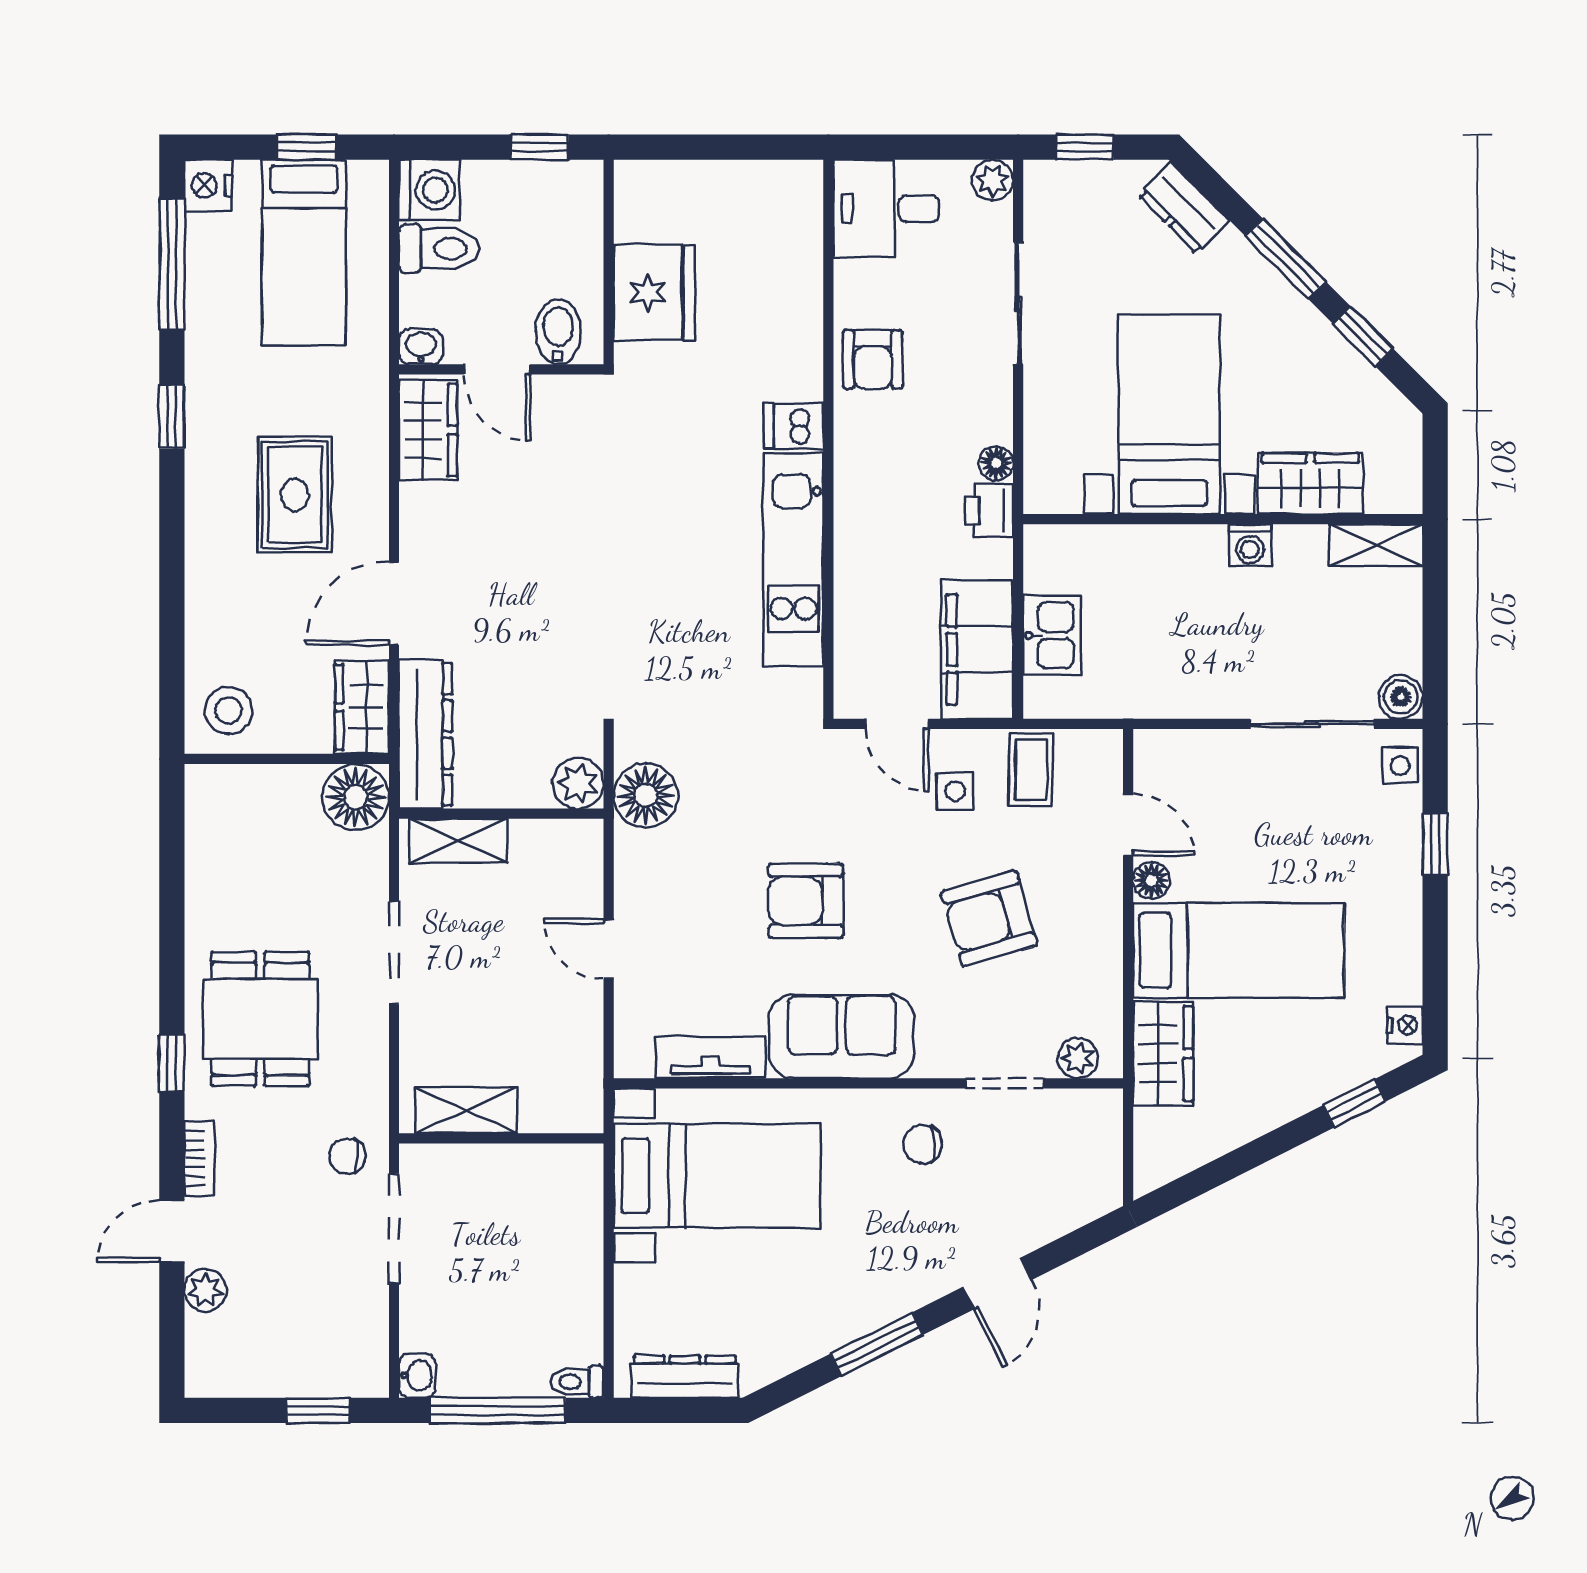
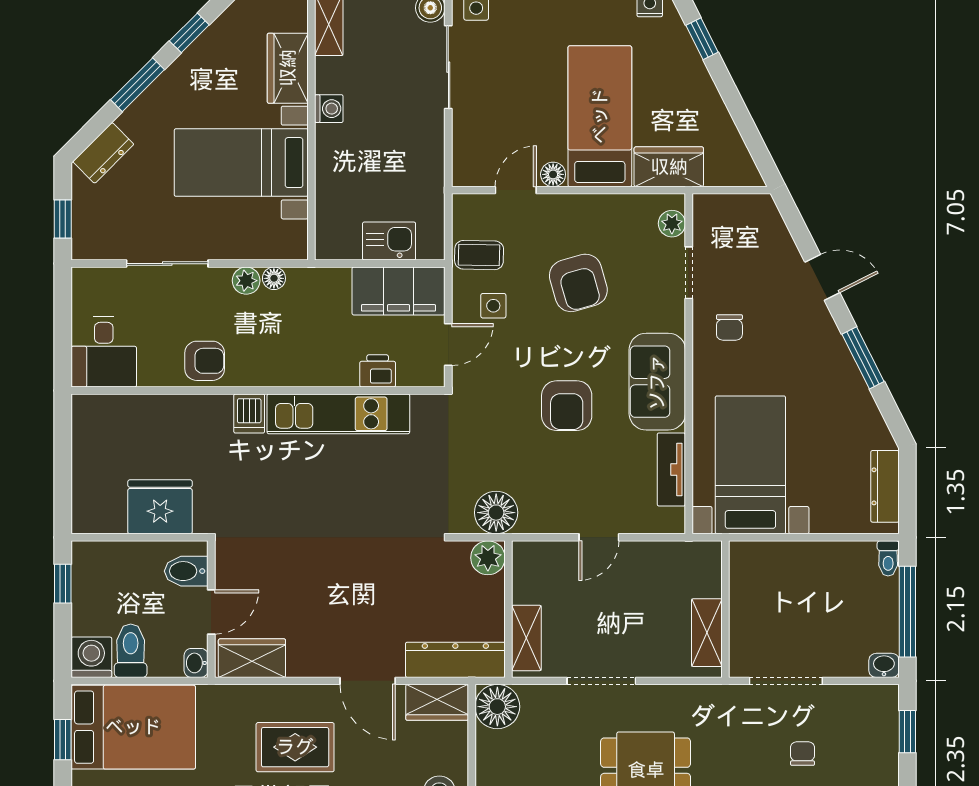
plant: (993, 180) -> (246, 281), moved
bed: (304, 253) -> (133, 727), width x1.50
printer: (989, 511) -> (378, 371), moved, turned 180
chair: (347, 1156) -> (802, 754), moved, turned 180

